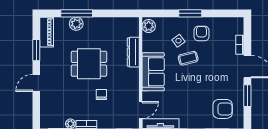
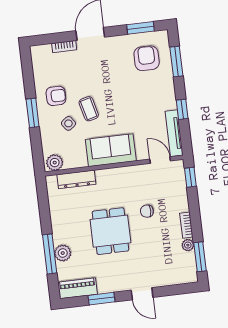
armchair: (201, 33) -> (56, 96), turned 180
dresser: (133, 52) -> (76, 179), moved
window: (247, 96) -> (141, 28), moved

